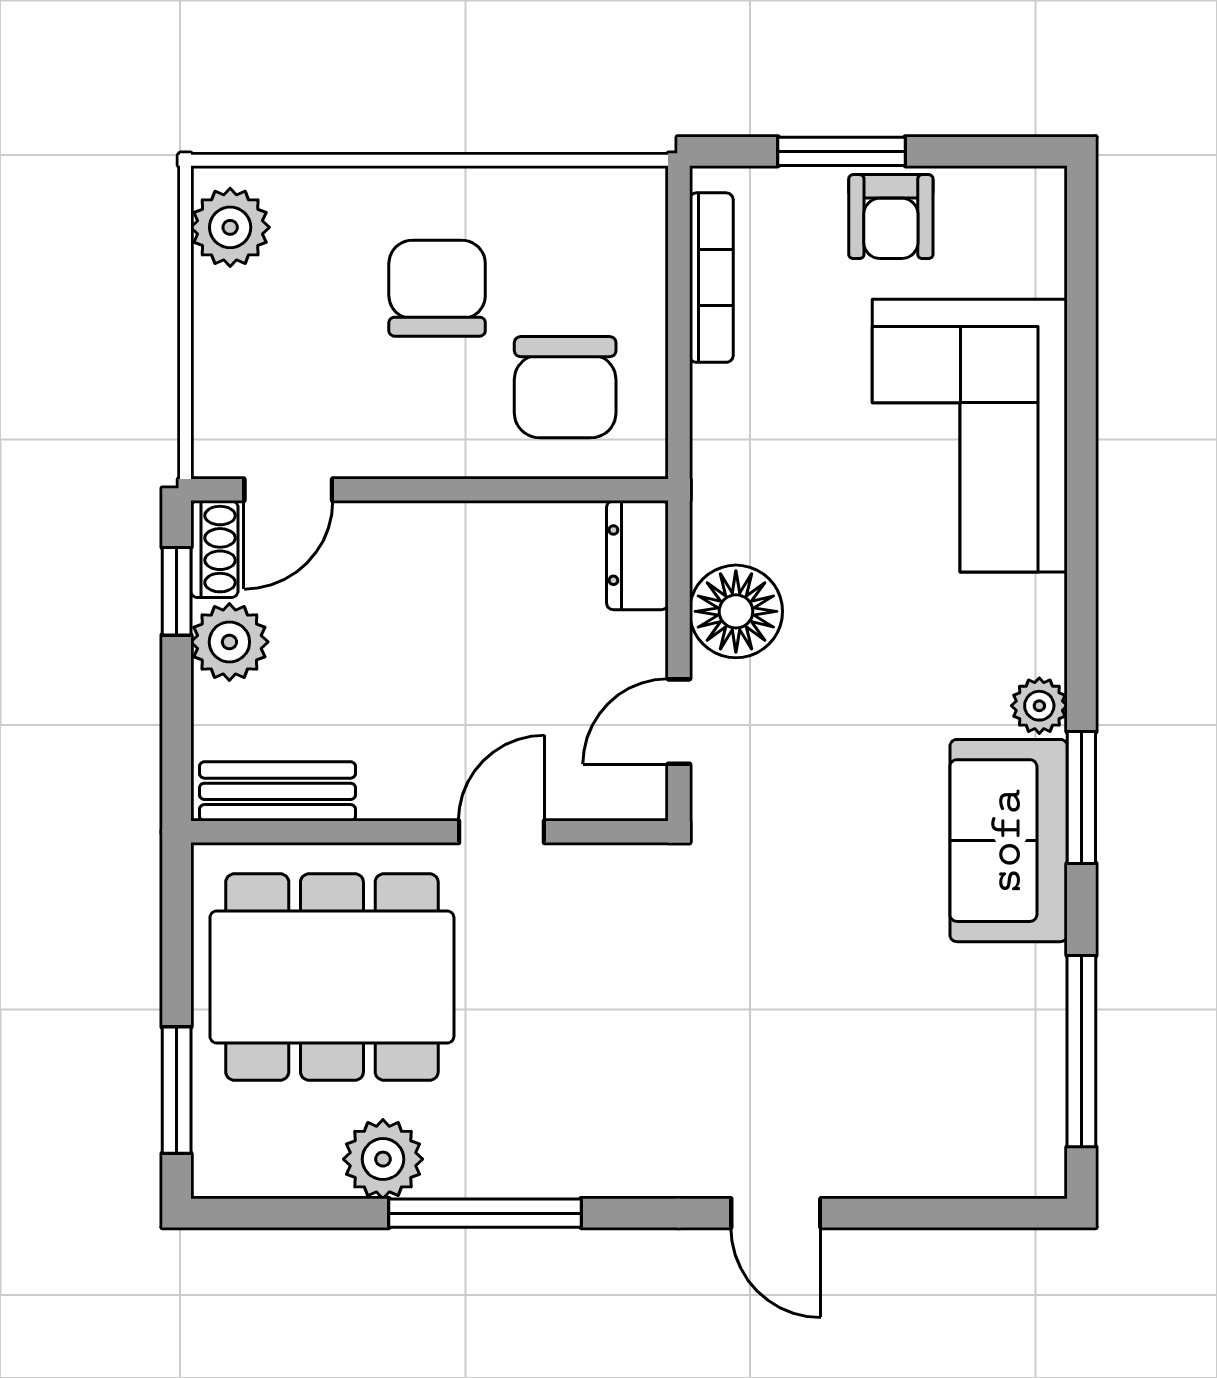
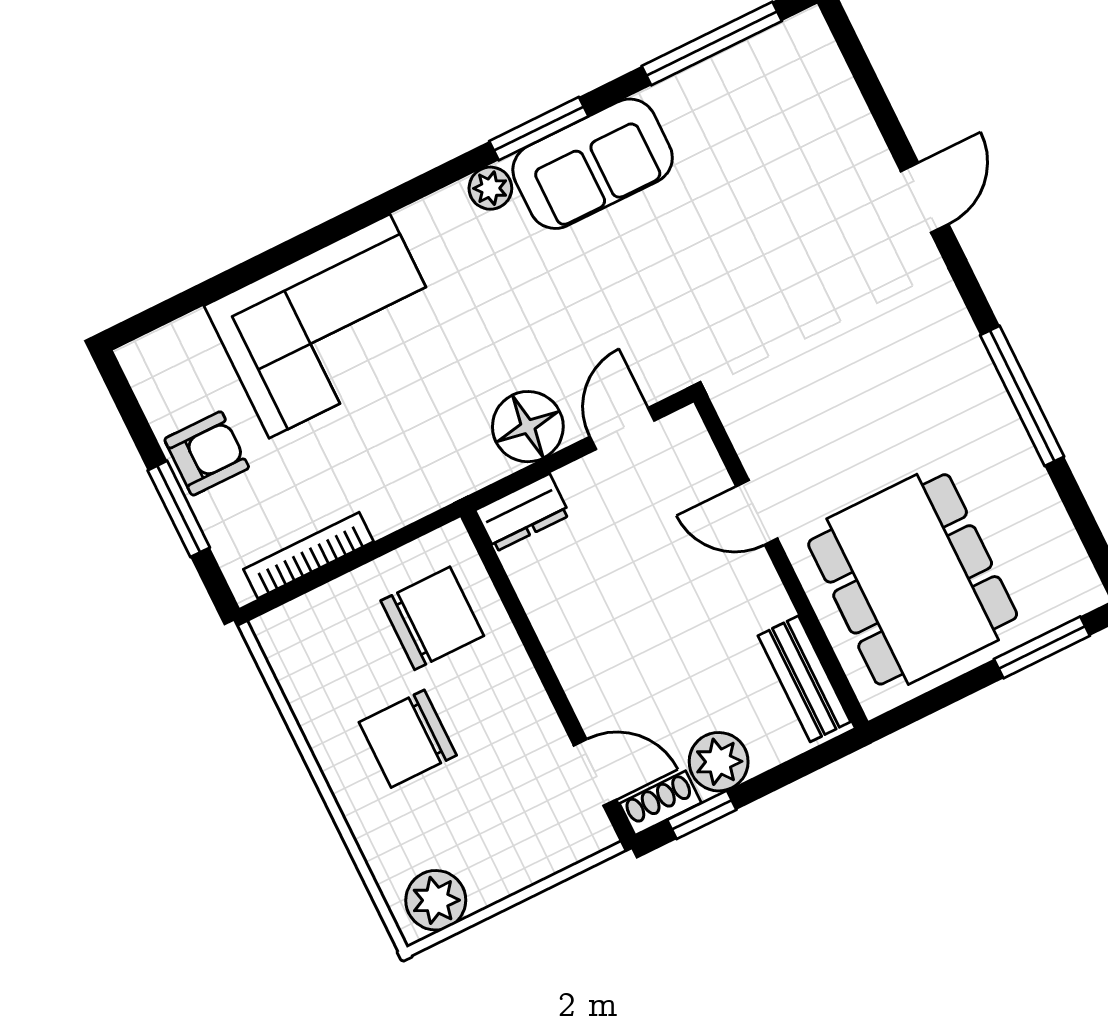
door: (679, 722) -> (622, 429), swing flipped
plant: (383, 1159) -> (1020, 484), removed

